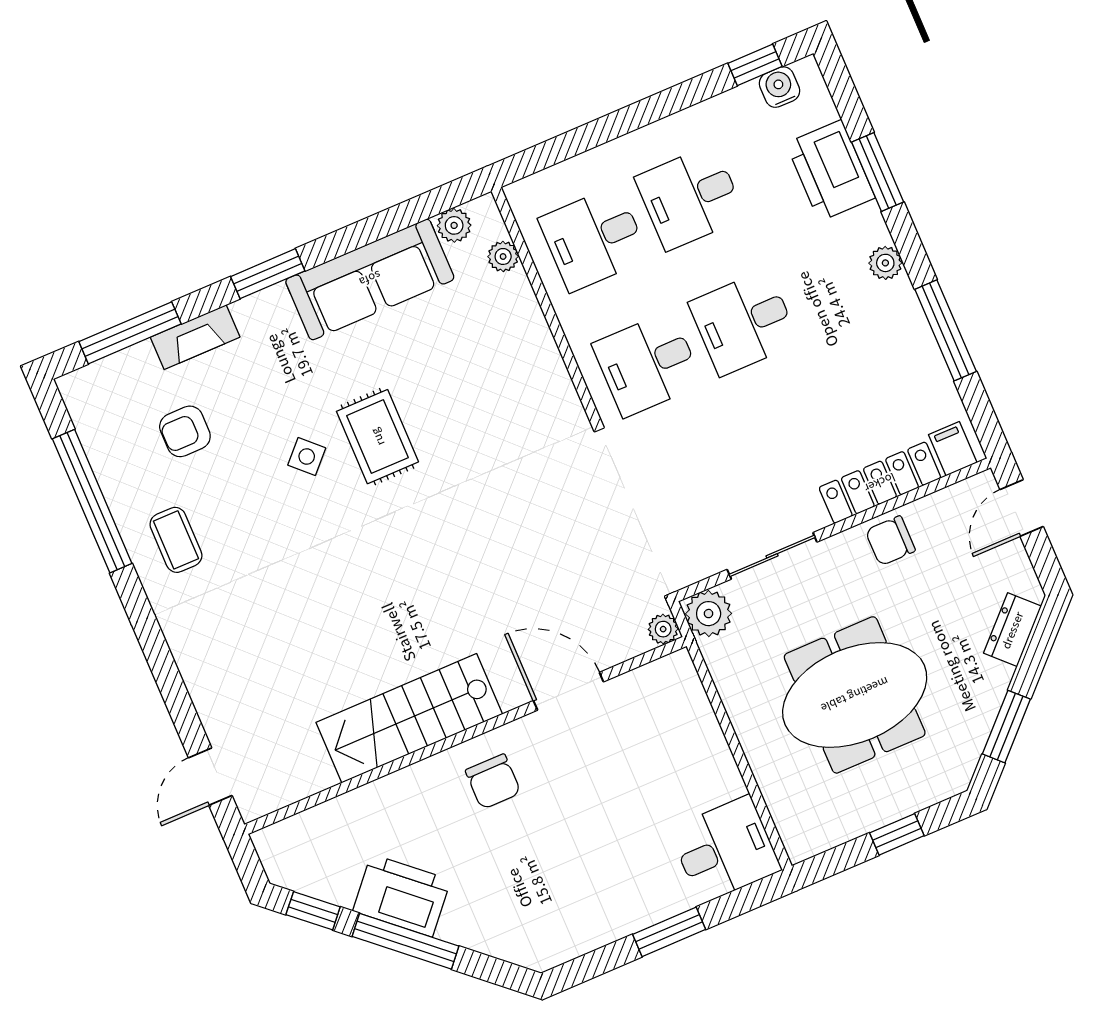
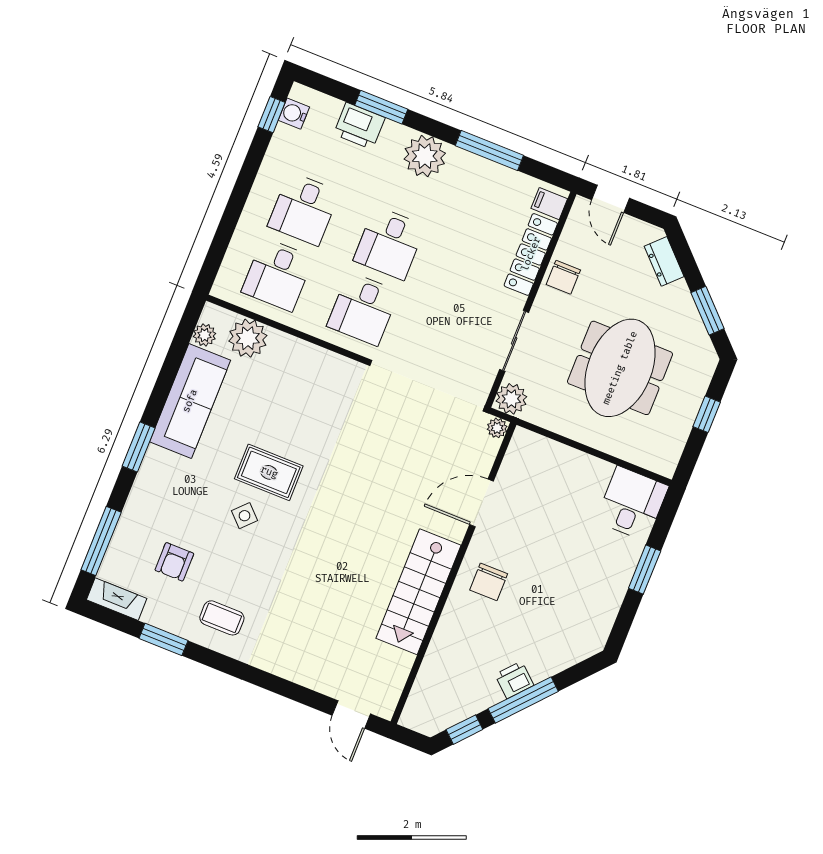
printer: (830, 171) -> (359, 126), width x0.73, depth x0.84
plant: (503, 256) -> (248, 338), width x1.88, depth x1.88
plant: (885, 263) -> (425, 156), width x1.87, depth x1.87
fireplace: (195, 337) -> (117, 599), moved, turned -90
window: (92, 501) -> (163, 639), width x0.47
chair: (493, 781) -> (489, 582), turned 90
printer: (402, 895) -> (514, 680), width x0.53, depth x0.68

